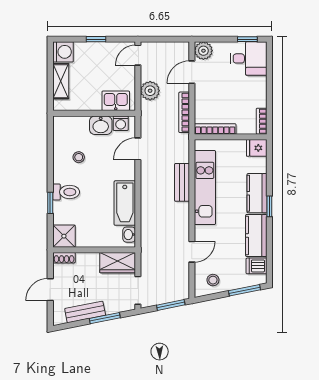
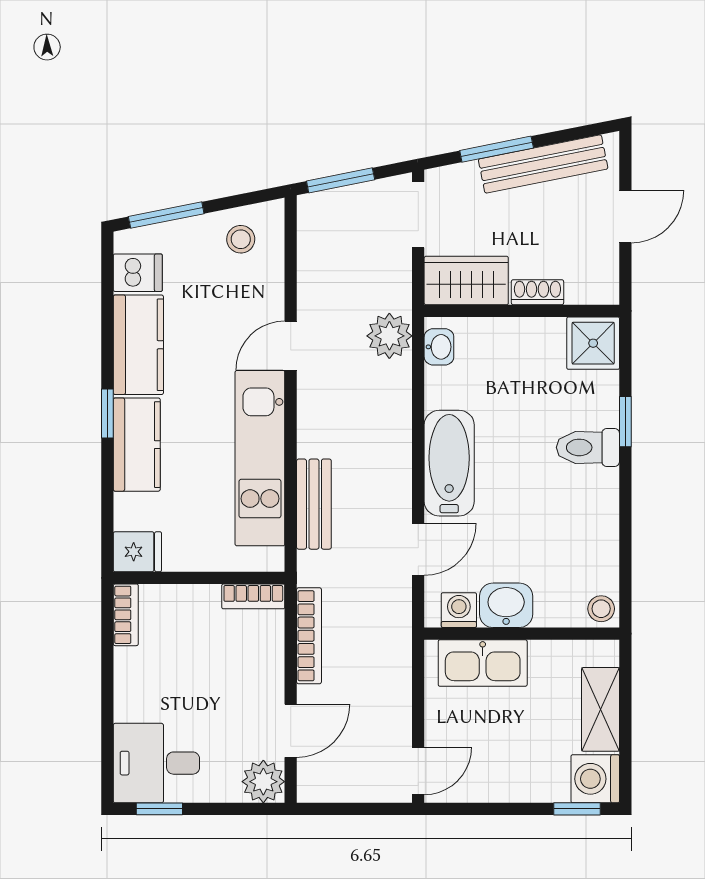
window: (96, 39) -> (577, 809), moved
plant: (150, 91) -> (389, 336), moved
kitchen sink: (116, 101) -> (483, 663), width x1.38
bookcase: (215, 129) -> (253, 596), width x0.64
stool: (79, 157) -> (601, 609), moved
bench: (182, 182) -> (314, 504), moved
bathtub: (125, 203) -> (449, 463), moved
door: (192, 252) -> (291, 346), moved
shoe rack: (64, 258) -> (537, 292), moved
bench: (85, 312) -> (543, 164), width x1.36

